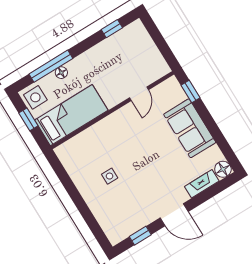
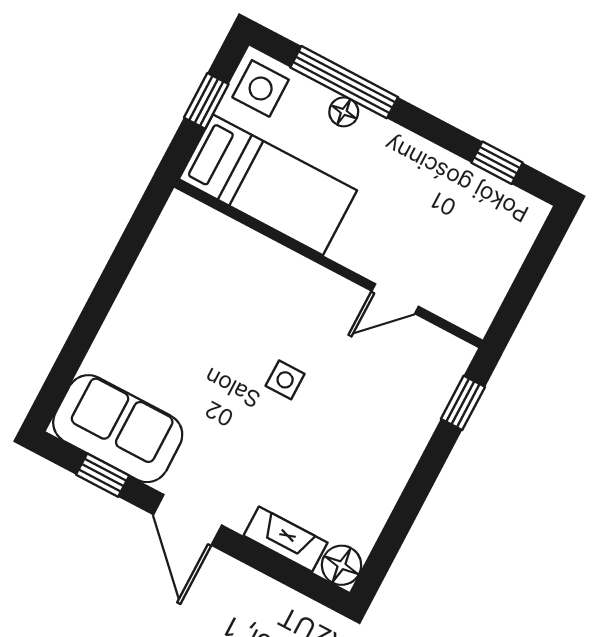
sofa: (190, 128) -> (118, 429), moved, turned 90
side table: (110, 176) -> (285, 380), moved

